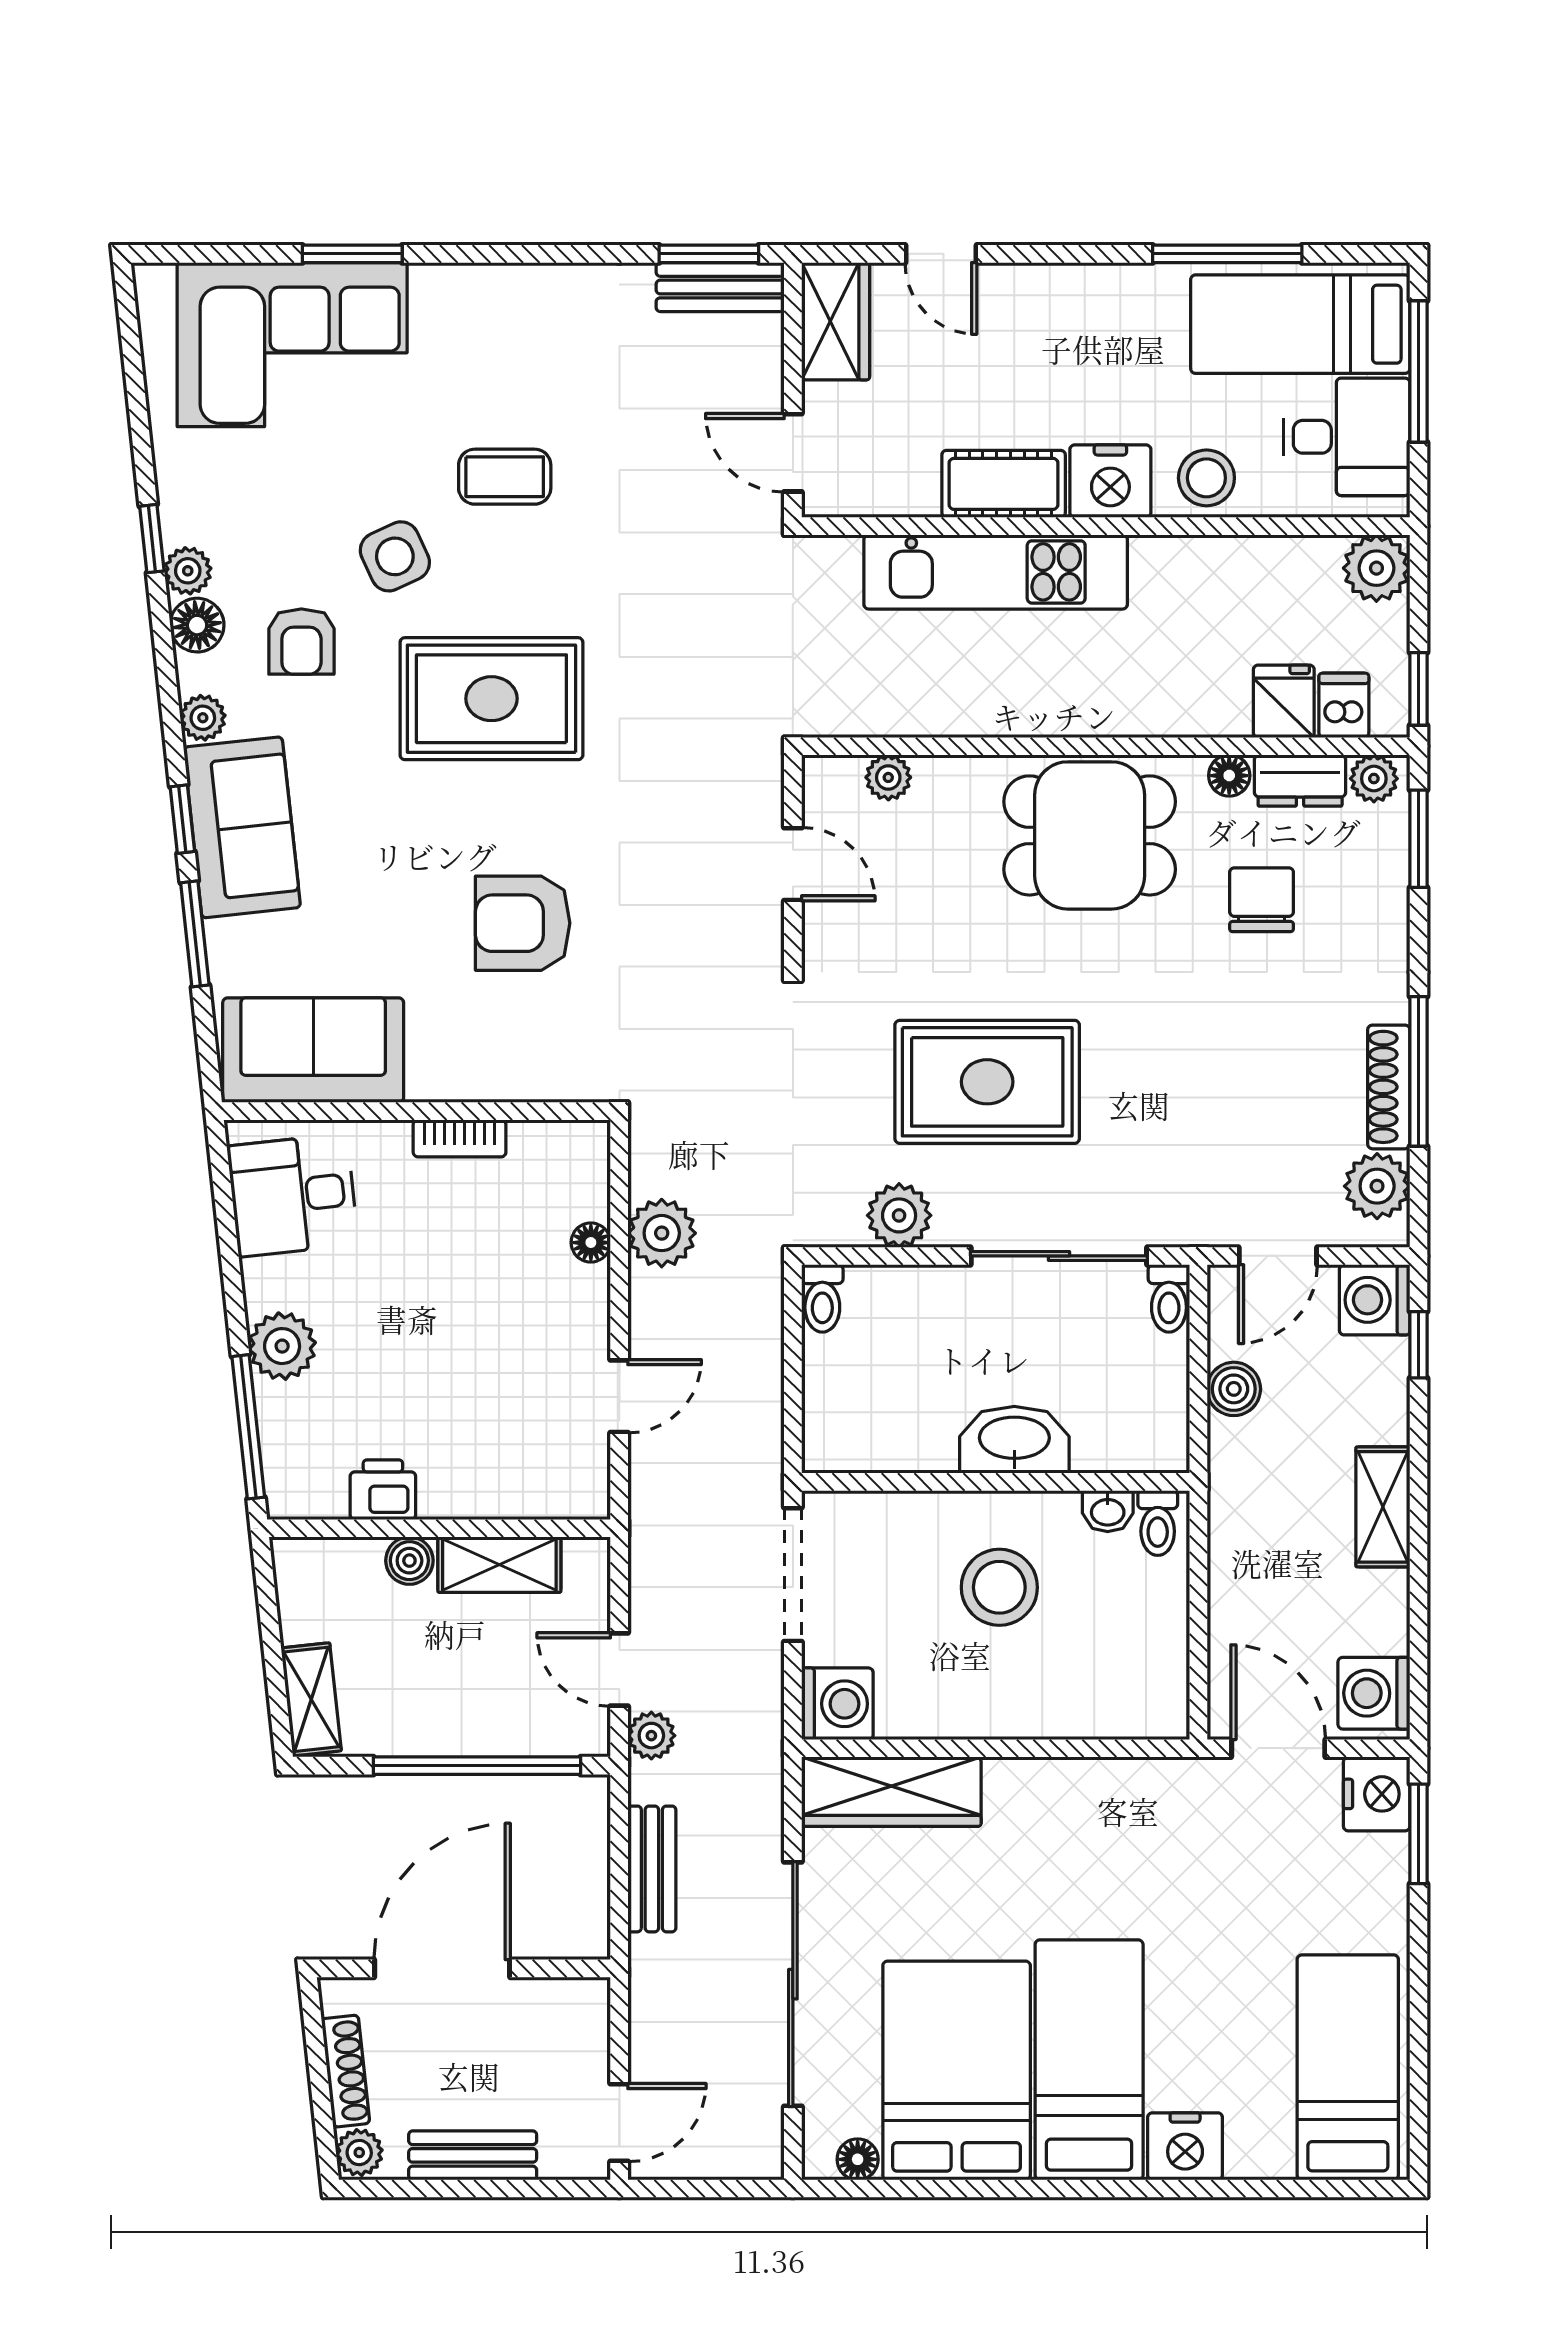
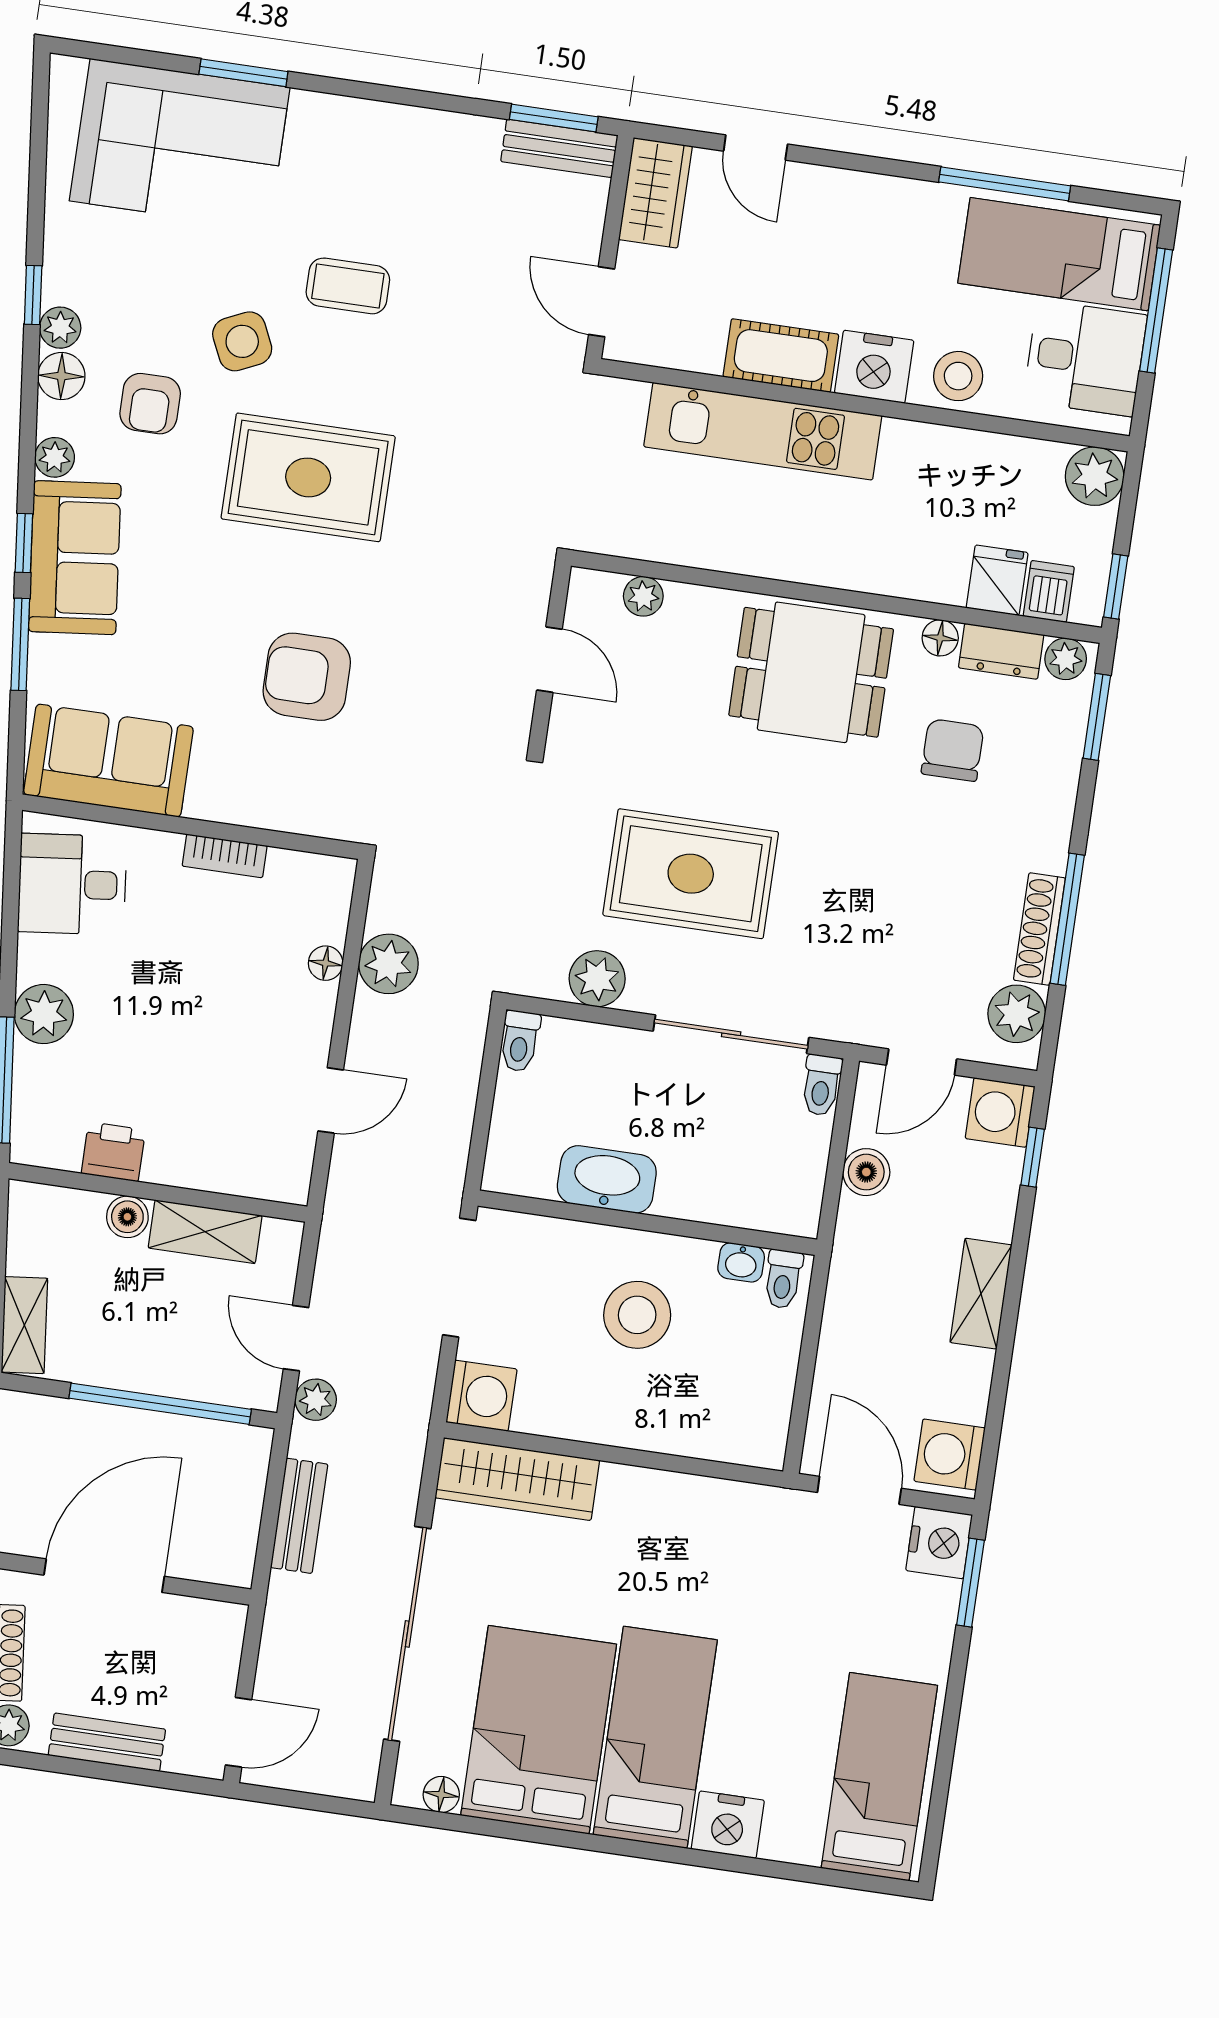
washbasin: (1014, 1440) -> (607, 1179), moved

